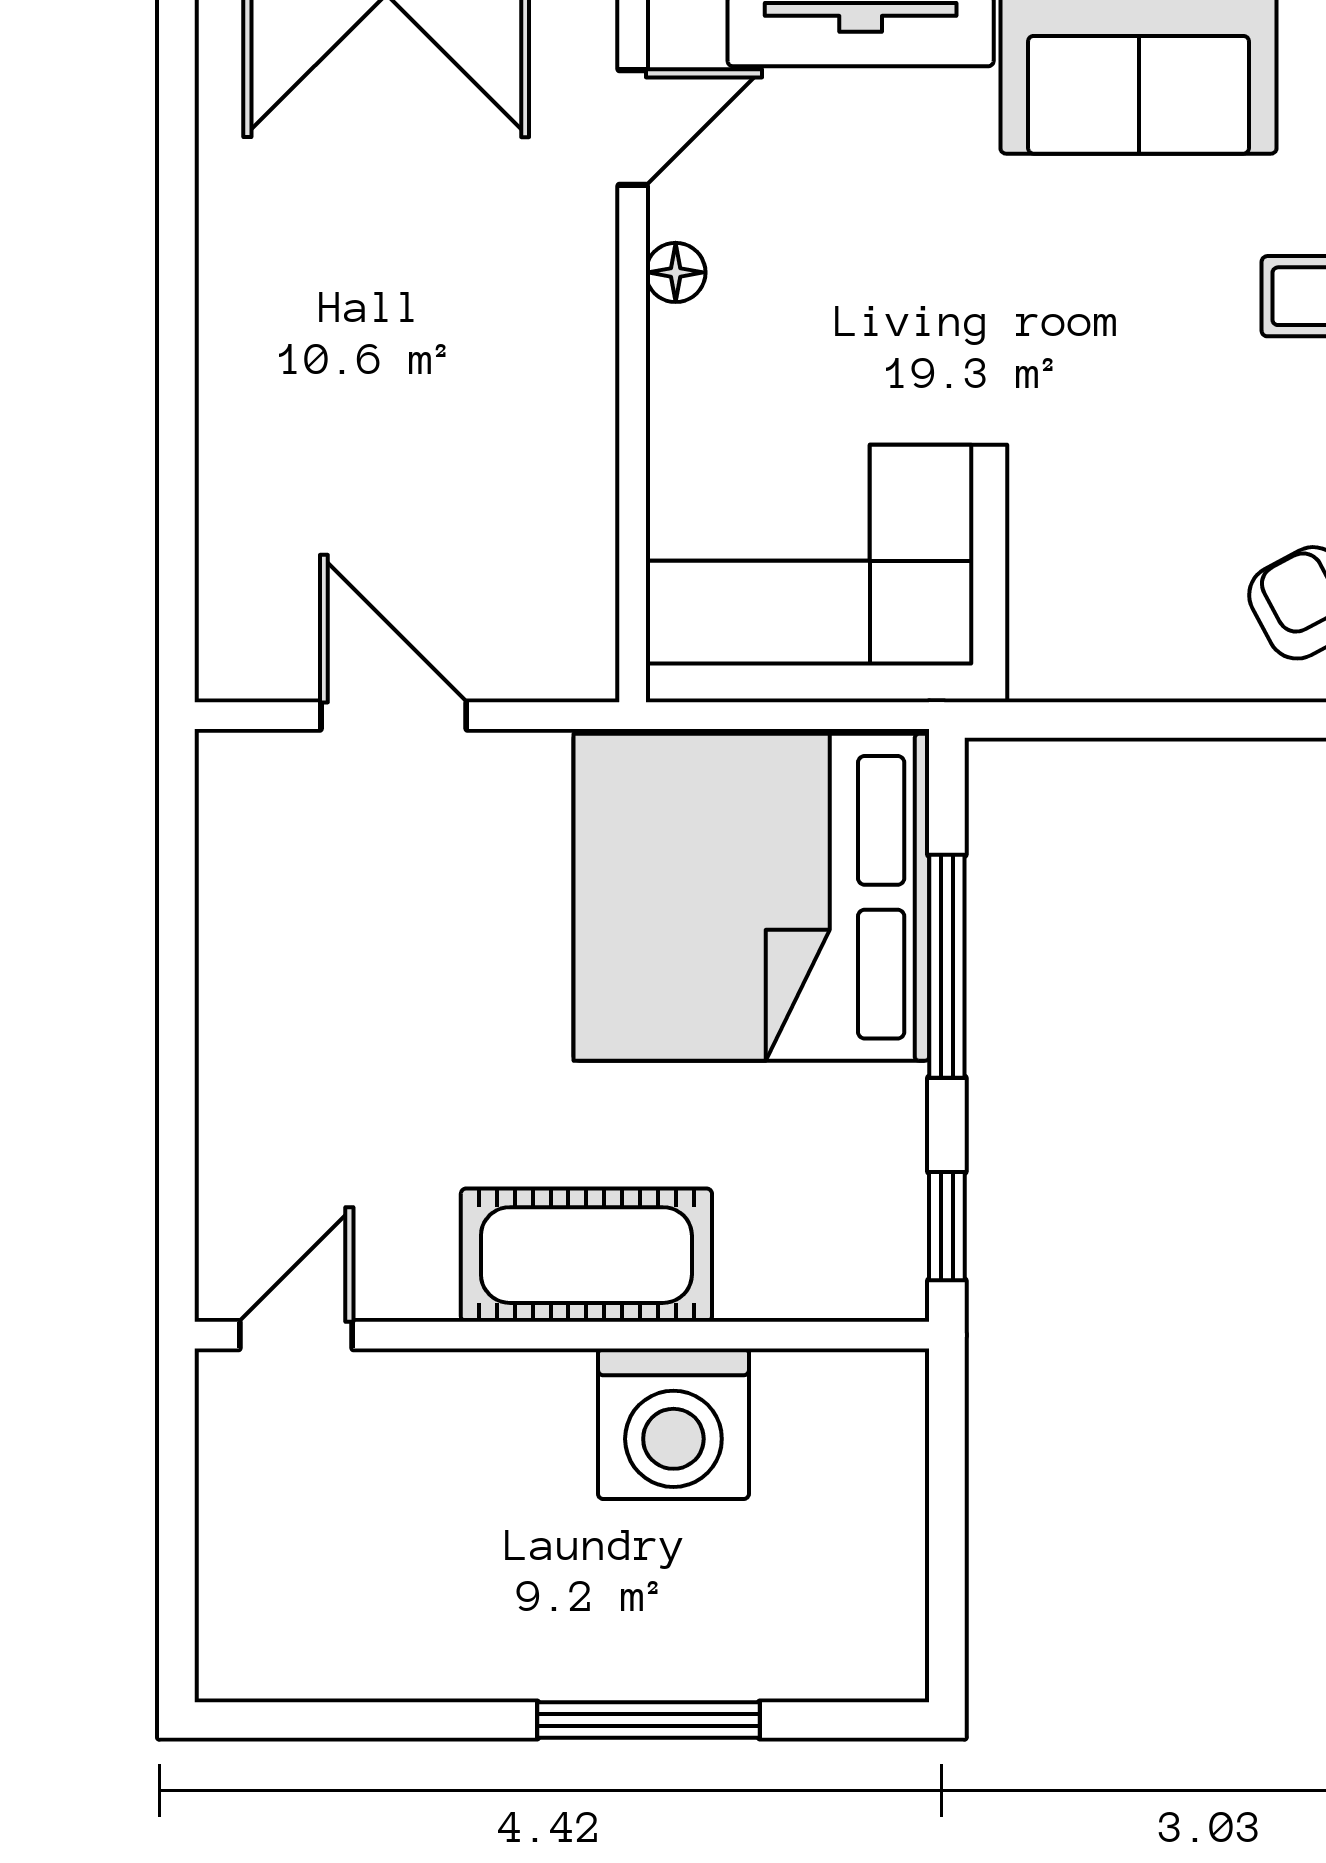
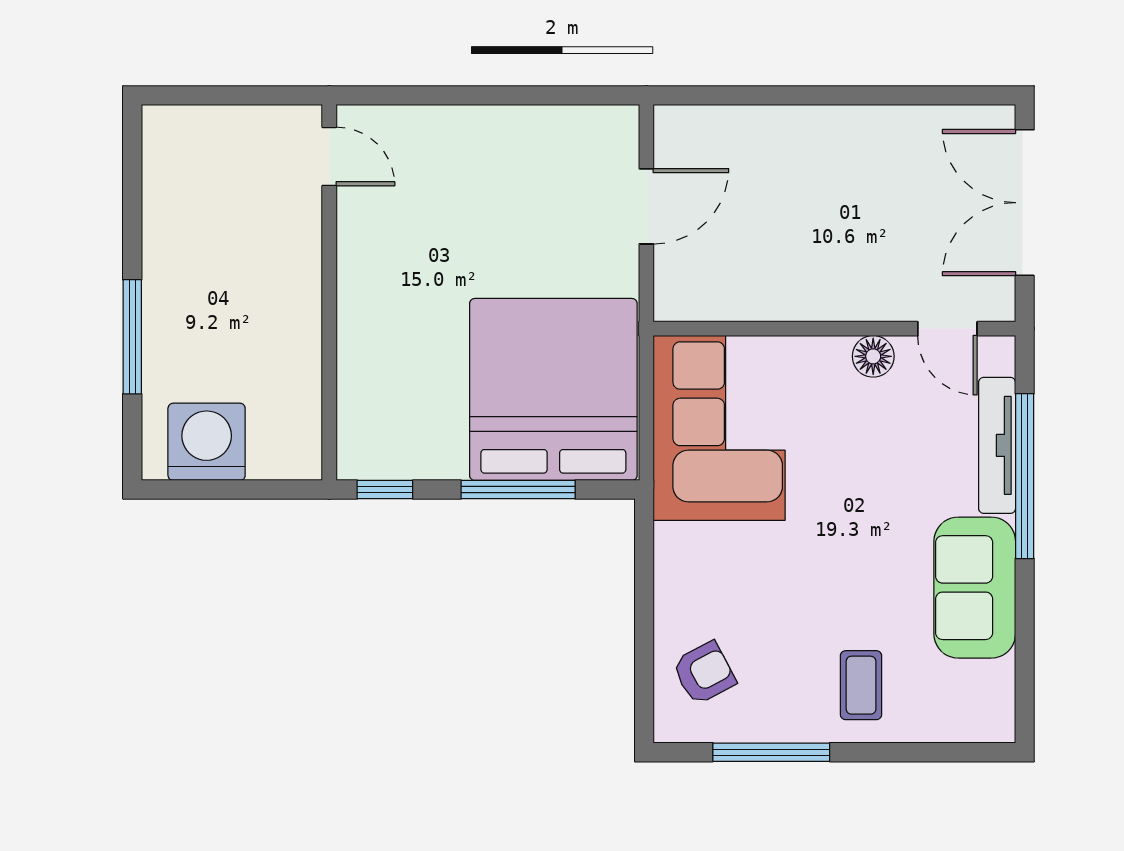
floor lamp: (676, 272) -> (873, 356), width x1.37, depth x1.37
cot: (586, 1255) -> (370, 305), removed
washing machine: (673, 1424) -> (207, 442), moved, turned 90

